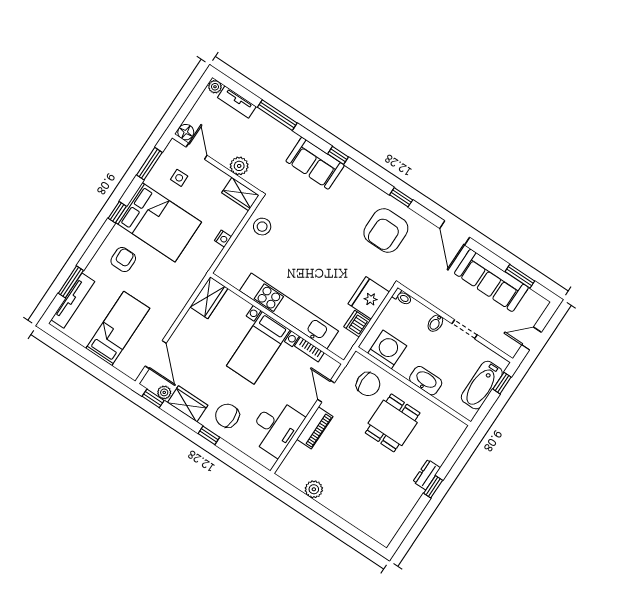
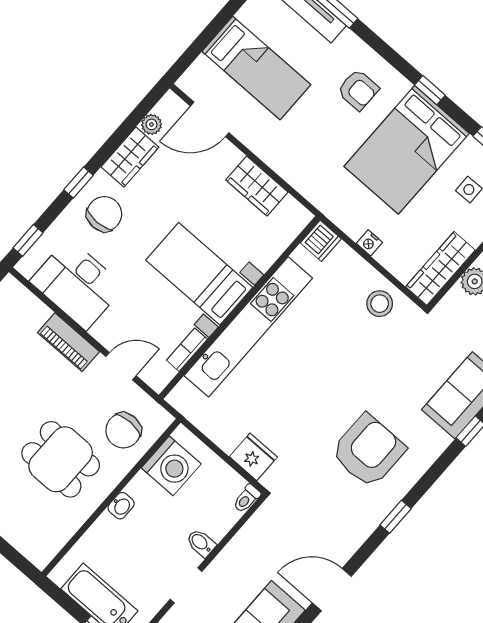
wardrobe: (240, 194) -> (441, 268), width x1.50
armchair: (386, 230) -> (368, 451), moved, turned 90
wardrobe: (209, 298) -> (257, 186), moved
fridge: (369, 298) -> (253, 457), width x0.73, depth x0.75
dishwasher: (357, 324) -> (321, 241), moved, turned 90
washbasin: (426, 381) -> (121, 506), width x0.52, depth x0.69
window: (153, 398) -> (28, 240), moved

